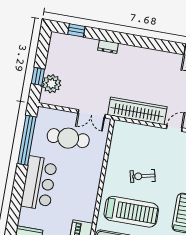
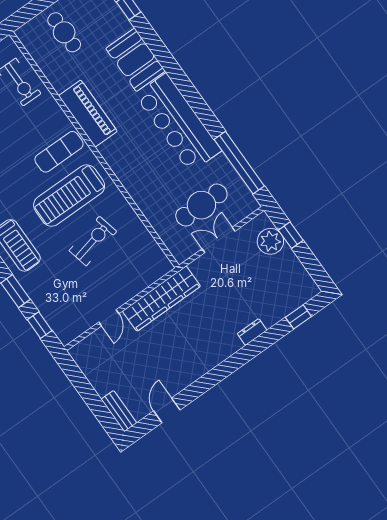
double door: (92, 114) -> (219, 240), moved
exercise bike: (143, 176) -> (93, 241), width x1.38, depth x1.39
bar counter: (39, 183) -> (178, 123), width x1.36

